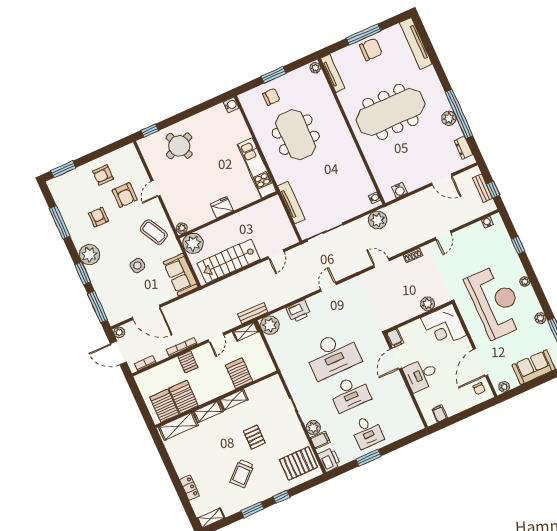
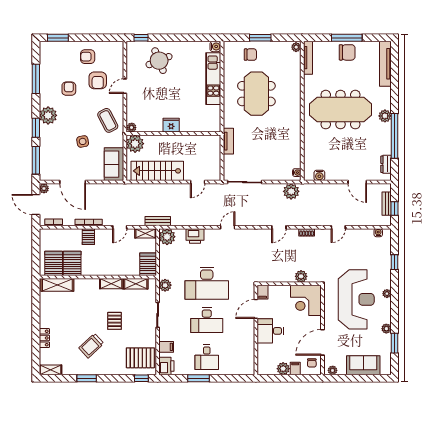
plant: (449, 118) -> (385, 116), moved
kitchen unit: (257, 168) -> (213, 79), moved
tv unit: (291, 203) -> (228, 141), width x0.71
door: (381, 263) -> (279, 227), swing flipped
server rack: (239, 373) -> (148, 264), moved
plant: (452, 408) -> (283, 369), added
shelving: (208, 412) -> (136, 284), moved
filing cabinet: (440, 413) -> (295, 369), moved
plant: (313, 427) -> (165, 285), moved
window: (281, 497) -> (141, 378), moved

